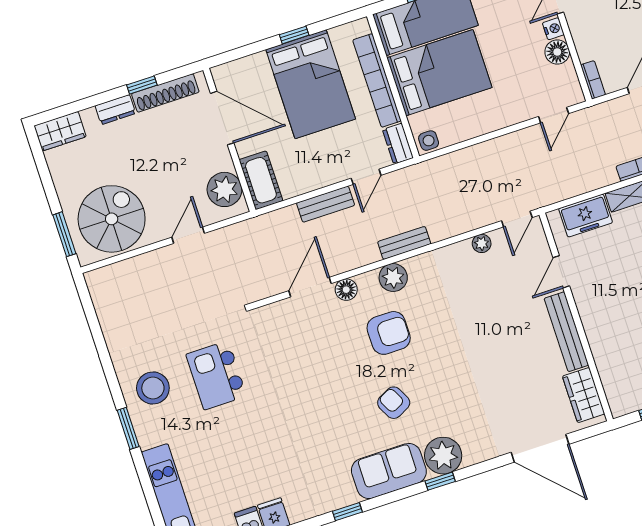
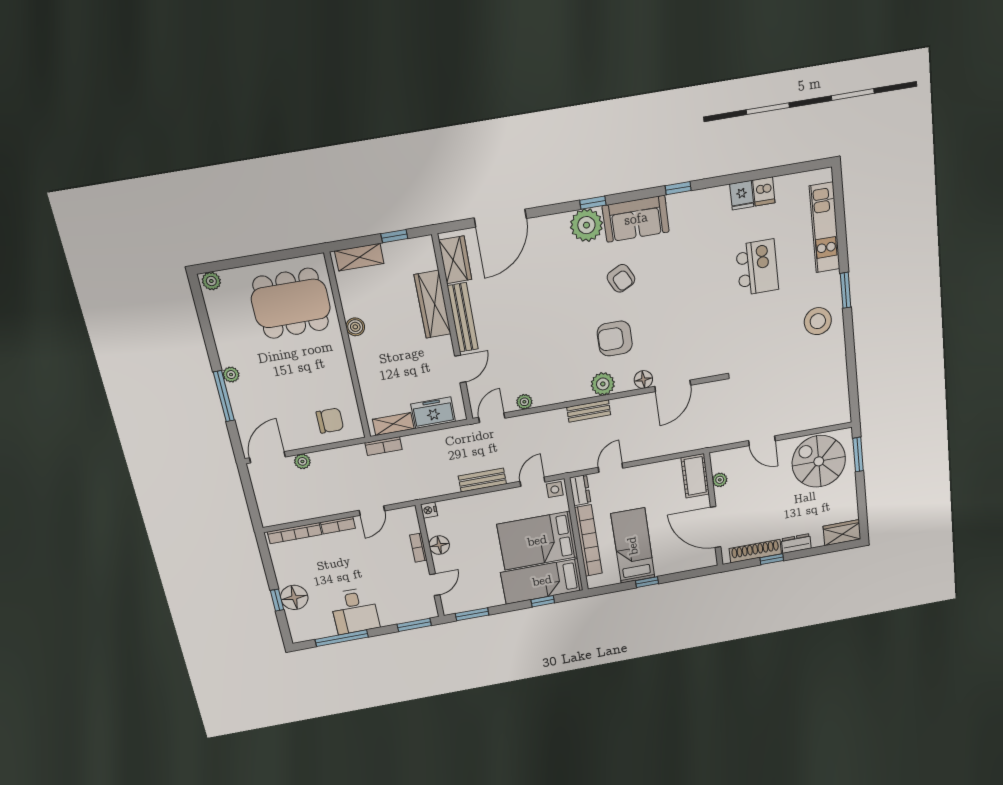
nightstand: (553, 29) -> (429, 510), moved
bookcase: (593, 80) -> (418, 548), moved
bed: (311, 84) -> (633, 546), width x0.67
door: (554, 115) -> (532, 482), moved
plant: (224, 189) -> (720, 480), width x0.53, depth x0.53
bench: (326, 204) -> (482, 480), moved
spiral stairs: (112, 219) -> (819, 461), turned 90
door: (188, 235) -> (762, 441), hinge flipped
wardrobe: (602, 342) -> (433, 304), added
kitchen island: (216, 375) -> (757, 267), moved
door: (540, 448) -> (500, 218), swing flipped

